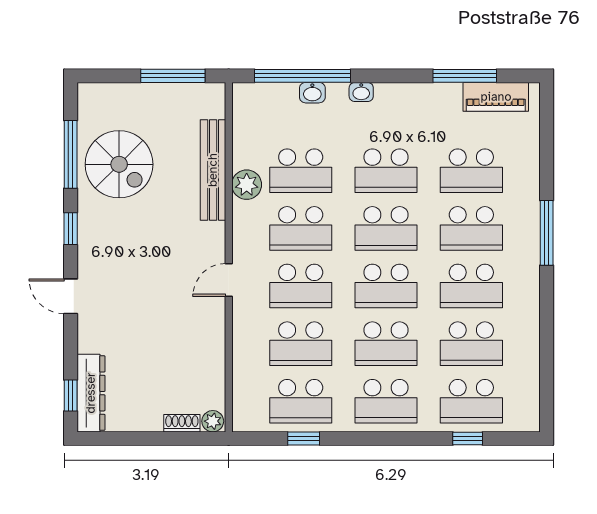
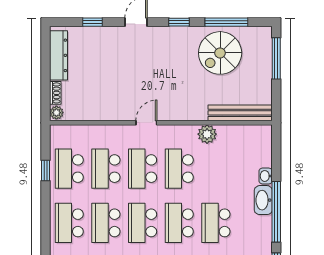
window: (173, 76) -> (276, 58), moved
window: (302, 76) -> (276, 212), moved
washbasin: (361, 92) -> (263, 200), width x1.91, depth x1.45
bench: (213, 170) -> (240, 113), moved
school desk: (301, 171) -> (216, 169), removed
door: (229, 280) -> (146, 123), hinge flipped
dresser: (91, 393) -> (58, 55), moved, turned -90
window: (71, 396) -> (93, 22), moved

